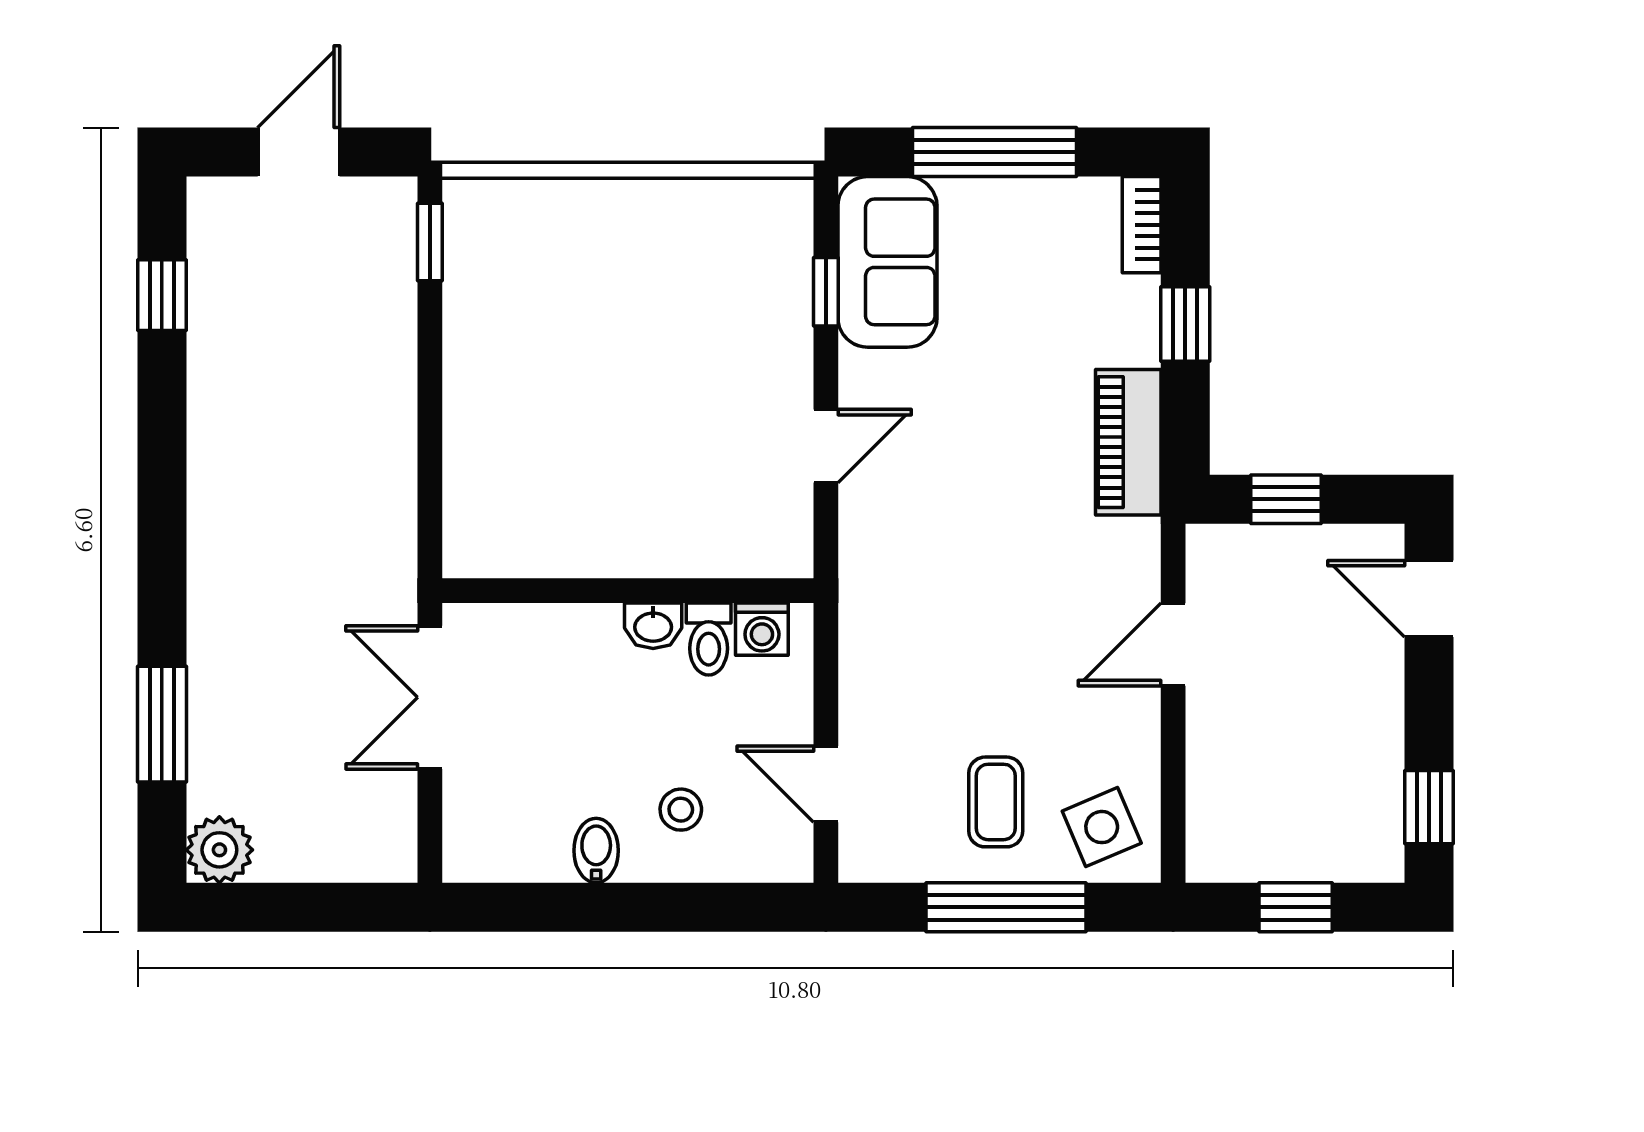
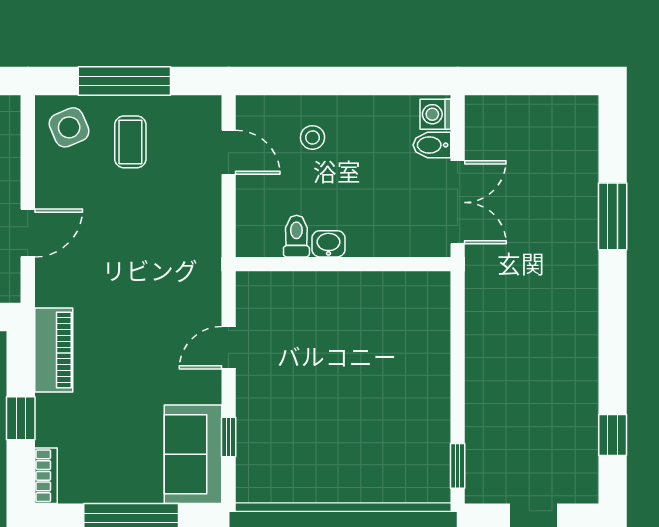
washing machine: (762, 629) -> (435, 114), moved, turned -90
window: (162, 724) -> (613, 216), moved
plant: (219, 850) -> (579, 114), removed
bidet: (596, 851) -> (432, 145), moved, turned 90

